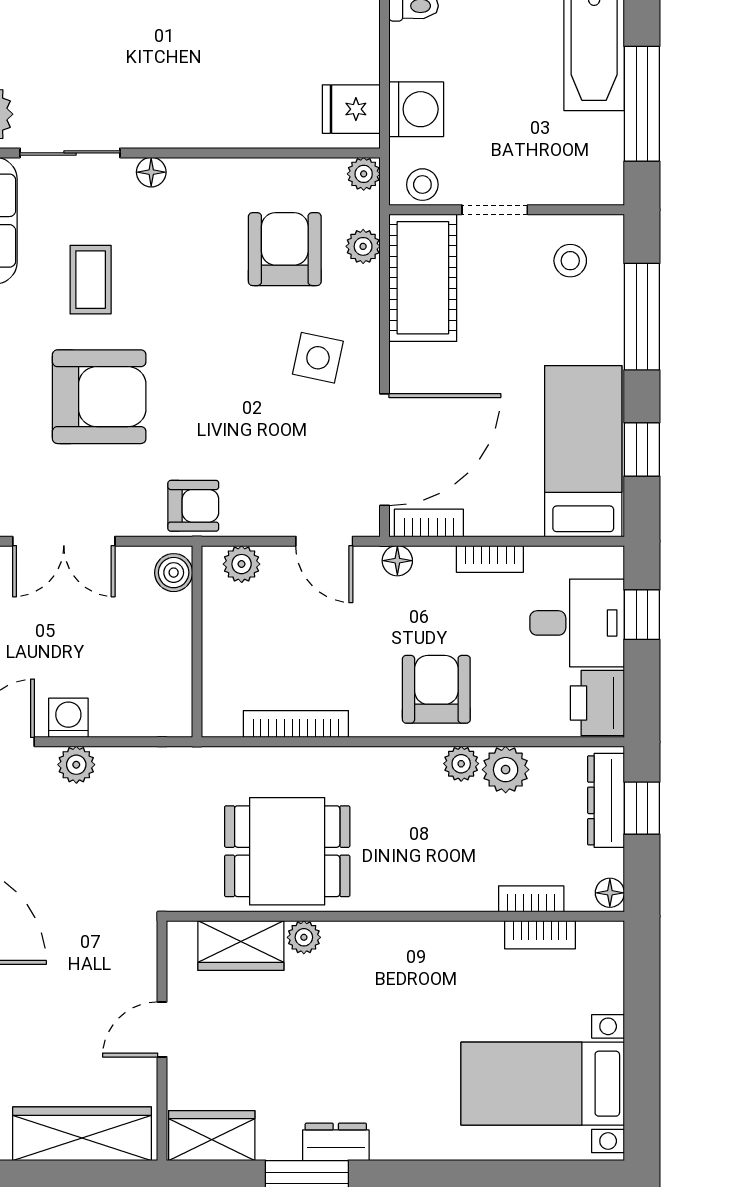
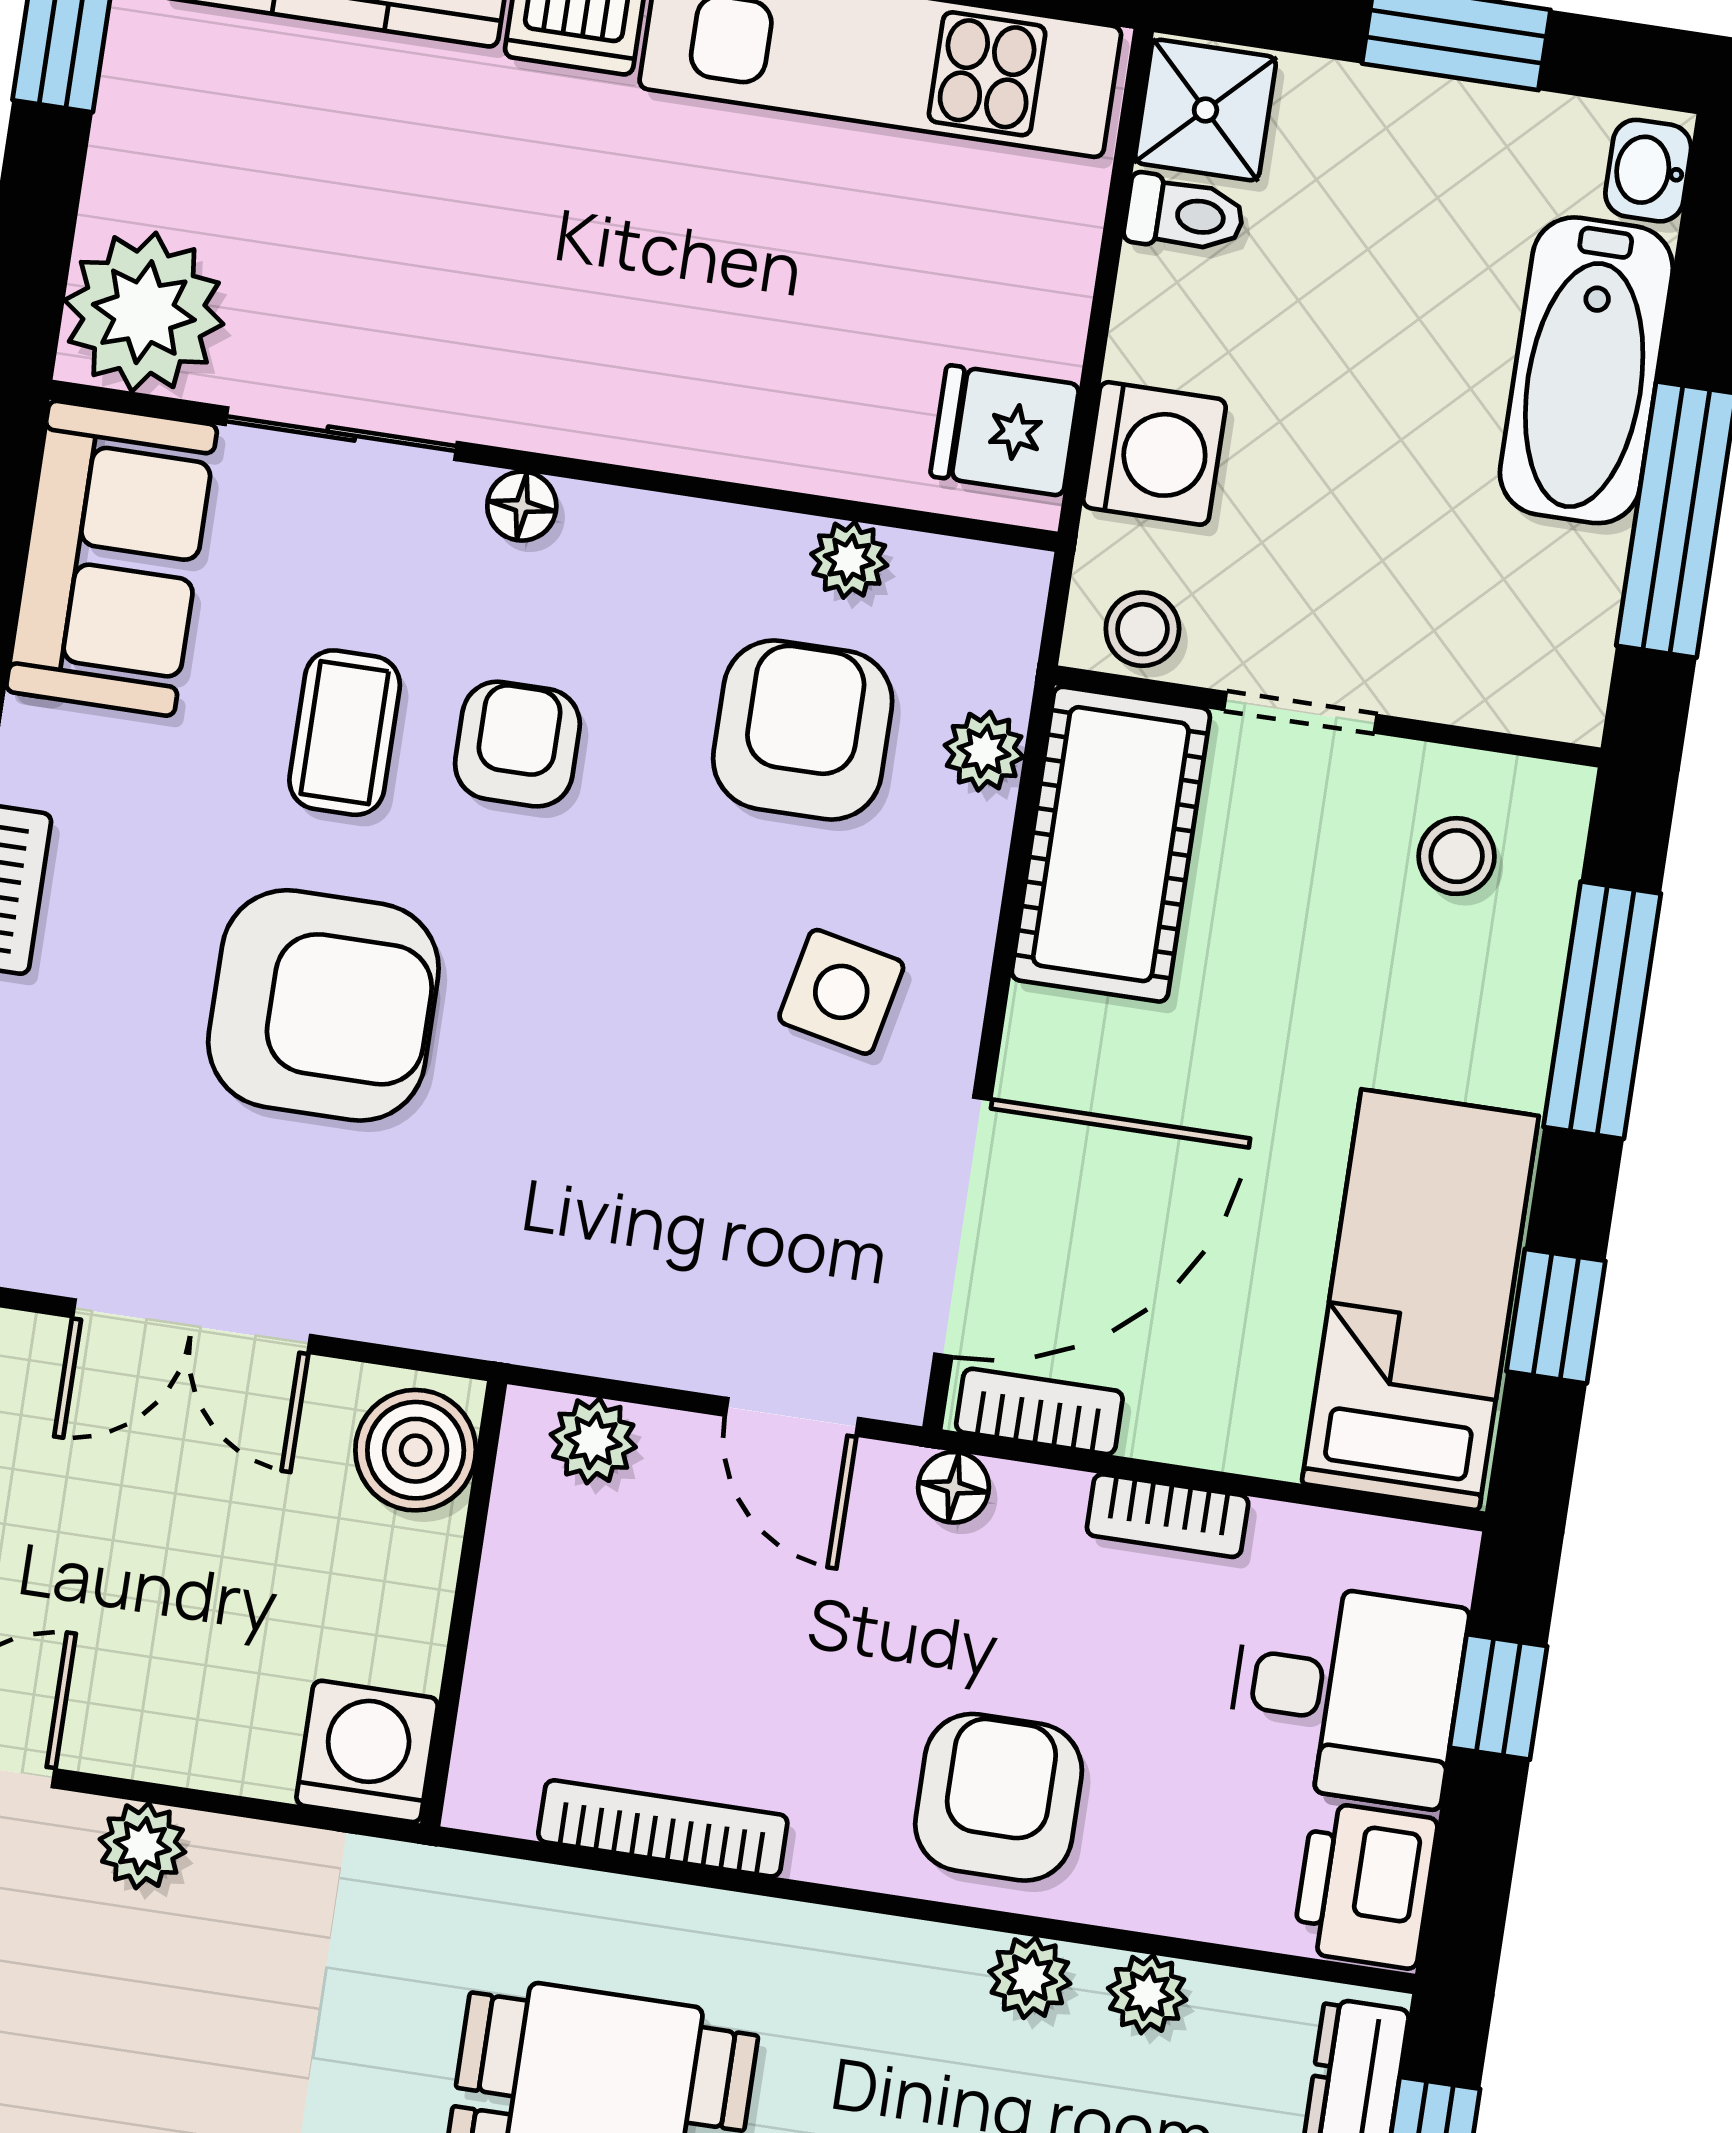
plant: (364, 174) -> (849, 560), moved
armchair: (193, 506) -> (517, 744), moved, turned -90
boiler: (174, 573) -> (416, 1450), width x1.36, depth x1.36
washing machine: (68, 718) -> (367, 1751), moved, width x1.38, depth x1.38
plant: (506, 770) -> (1147, 1994), width x0.73, depth x0.73

